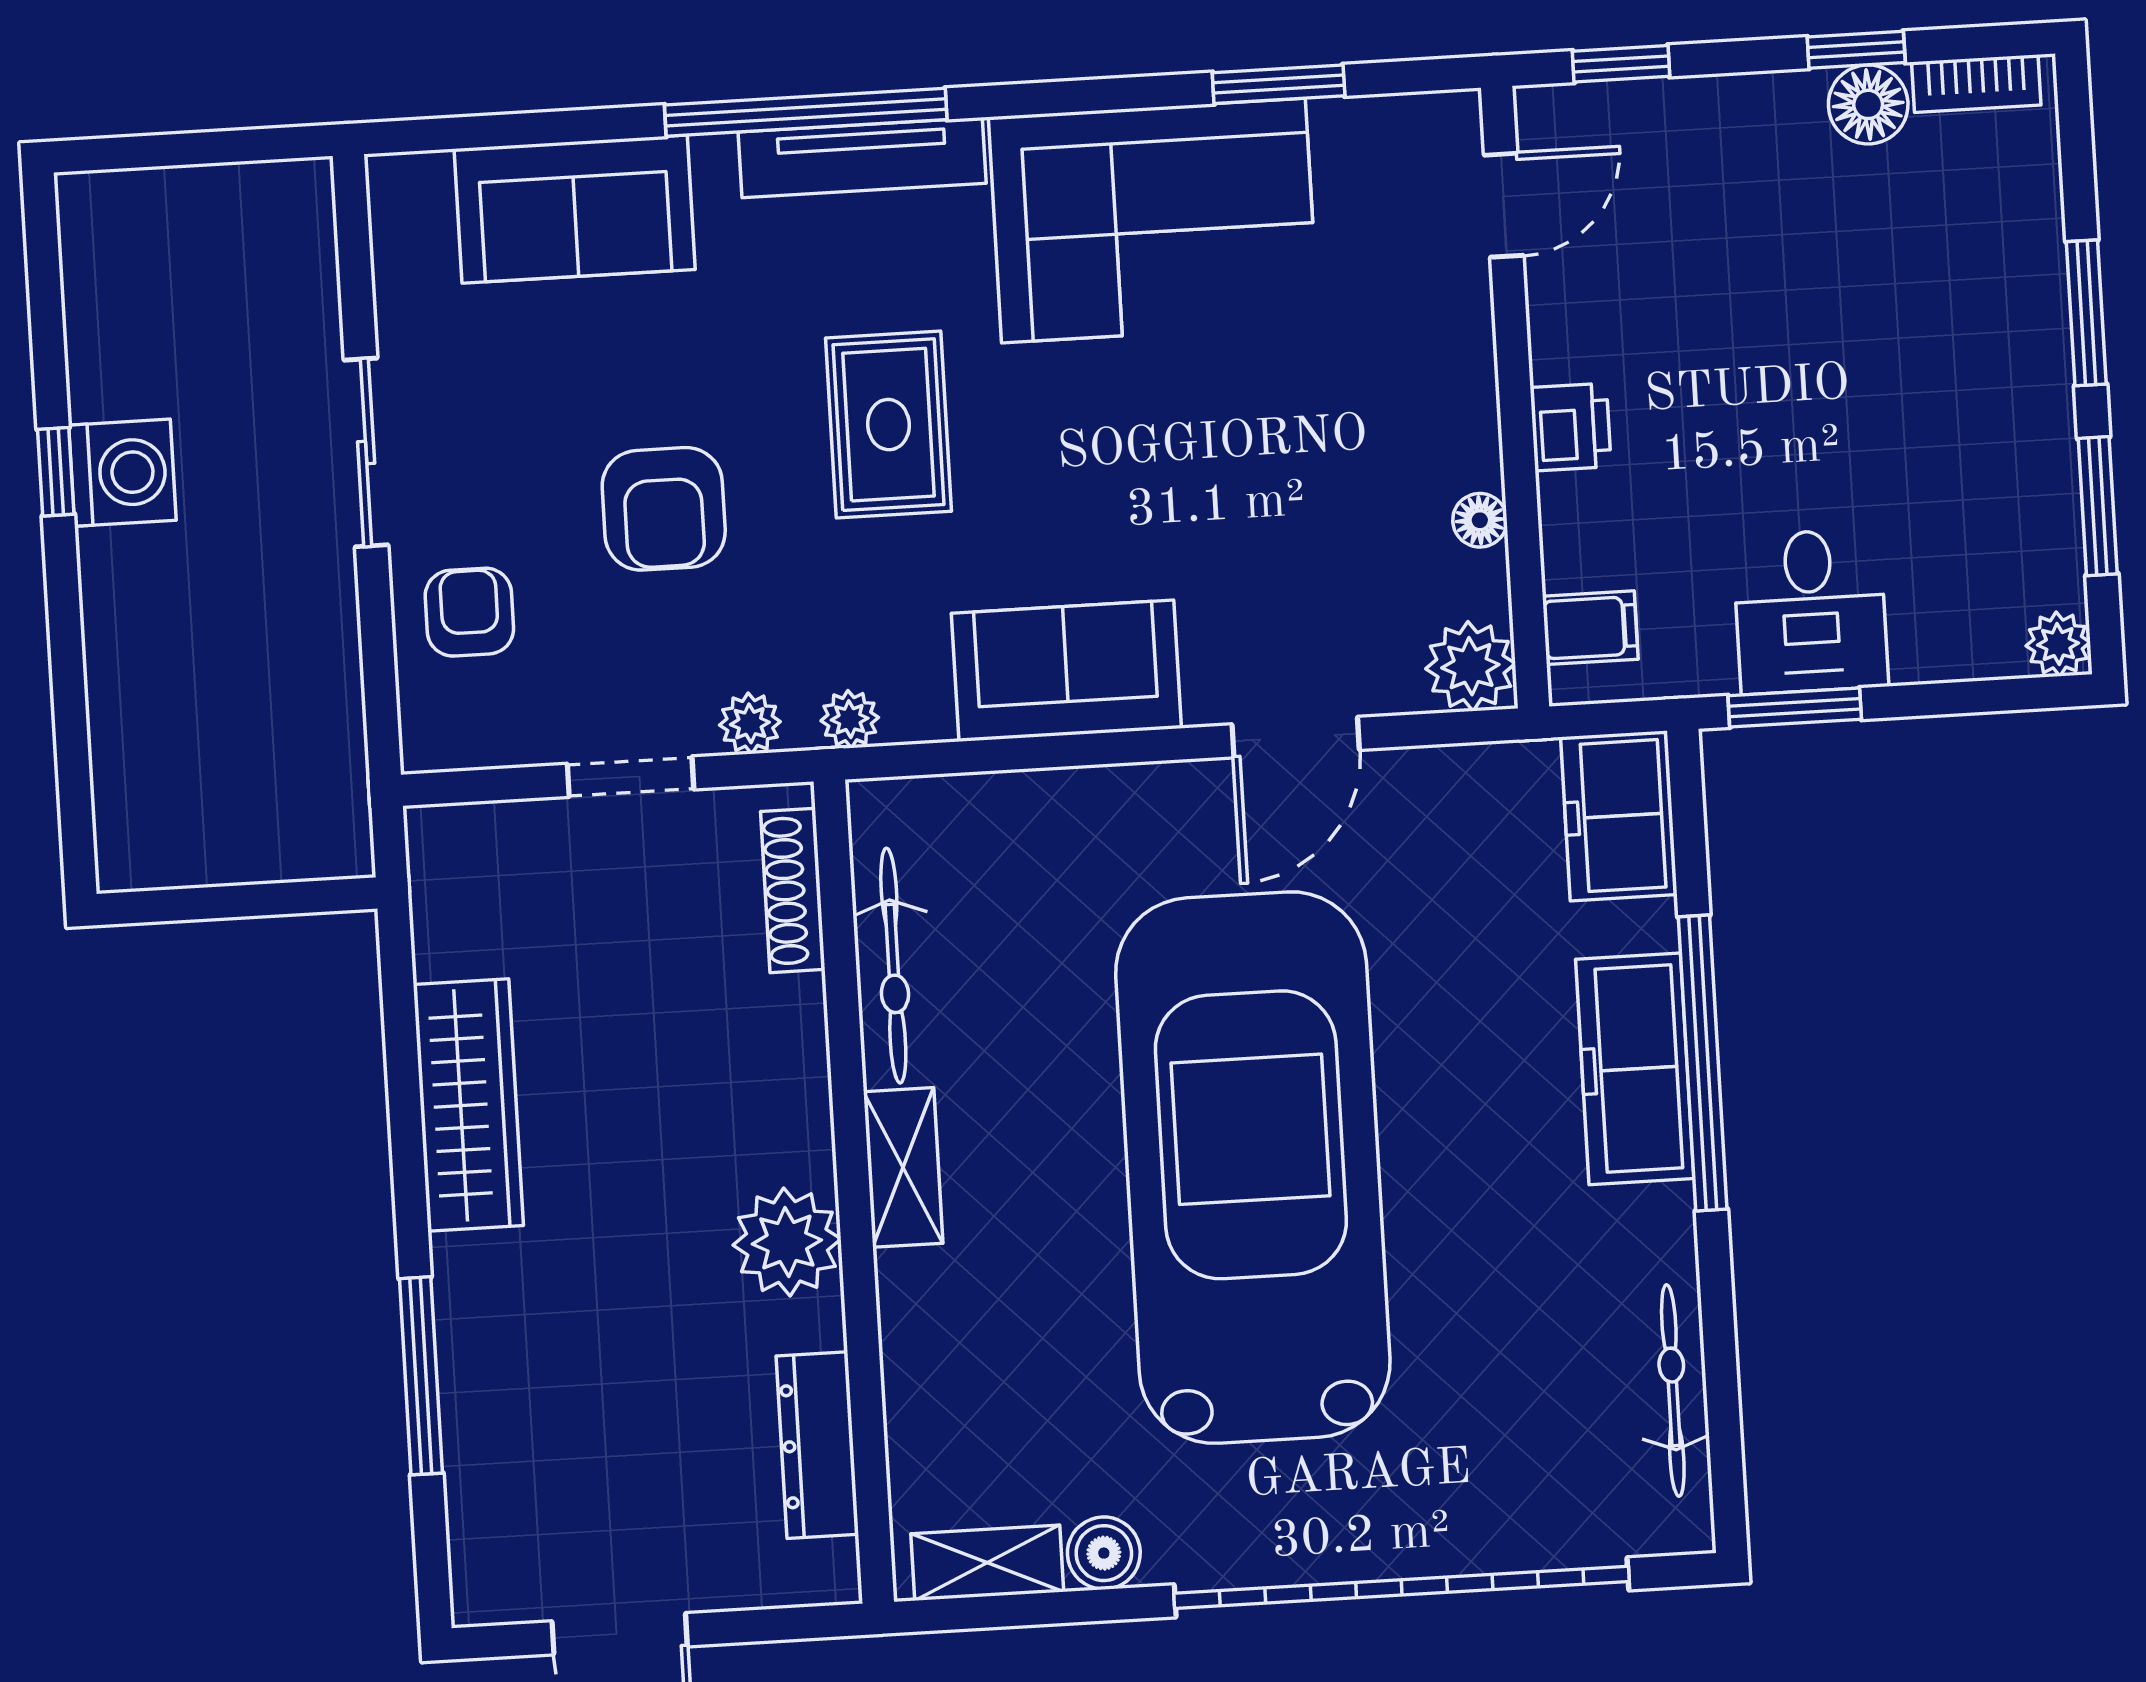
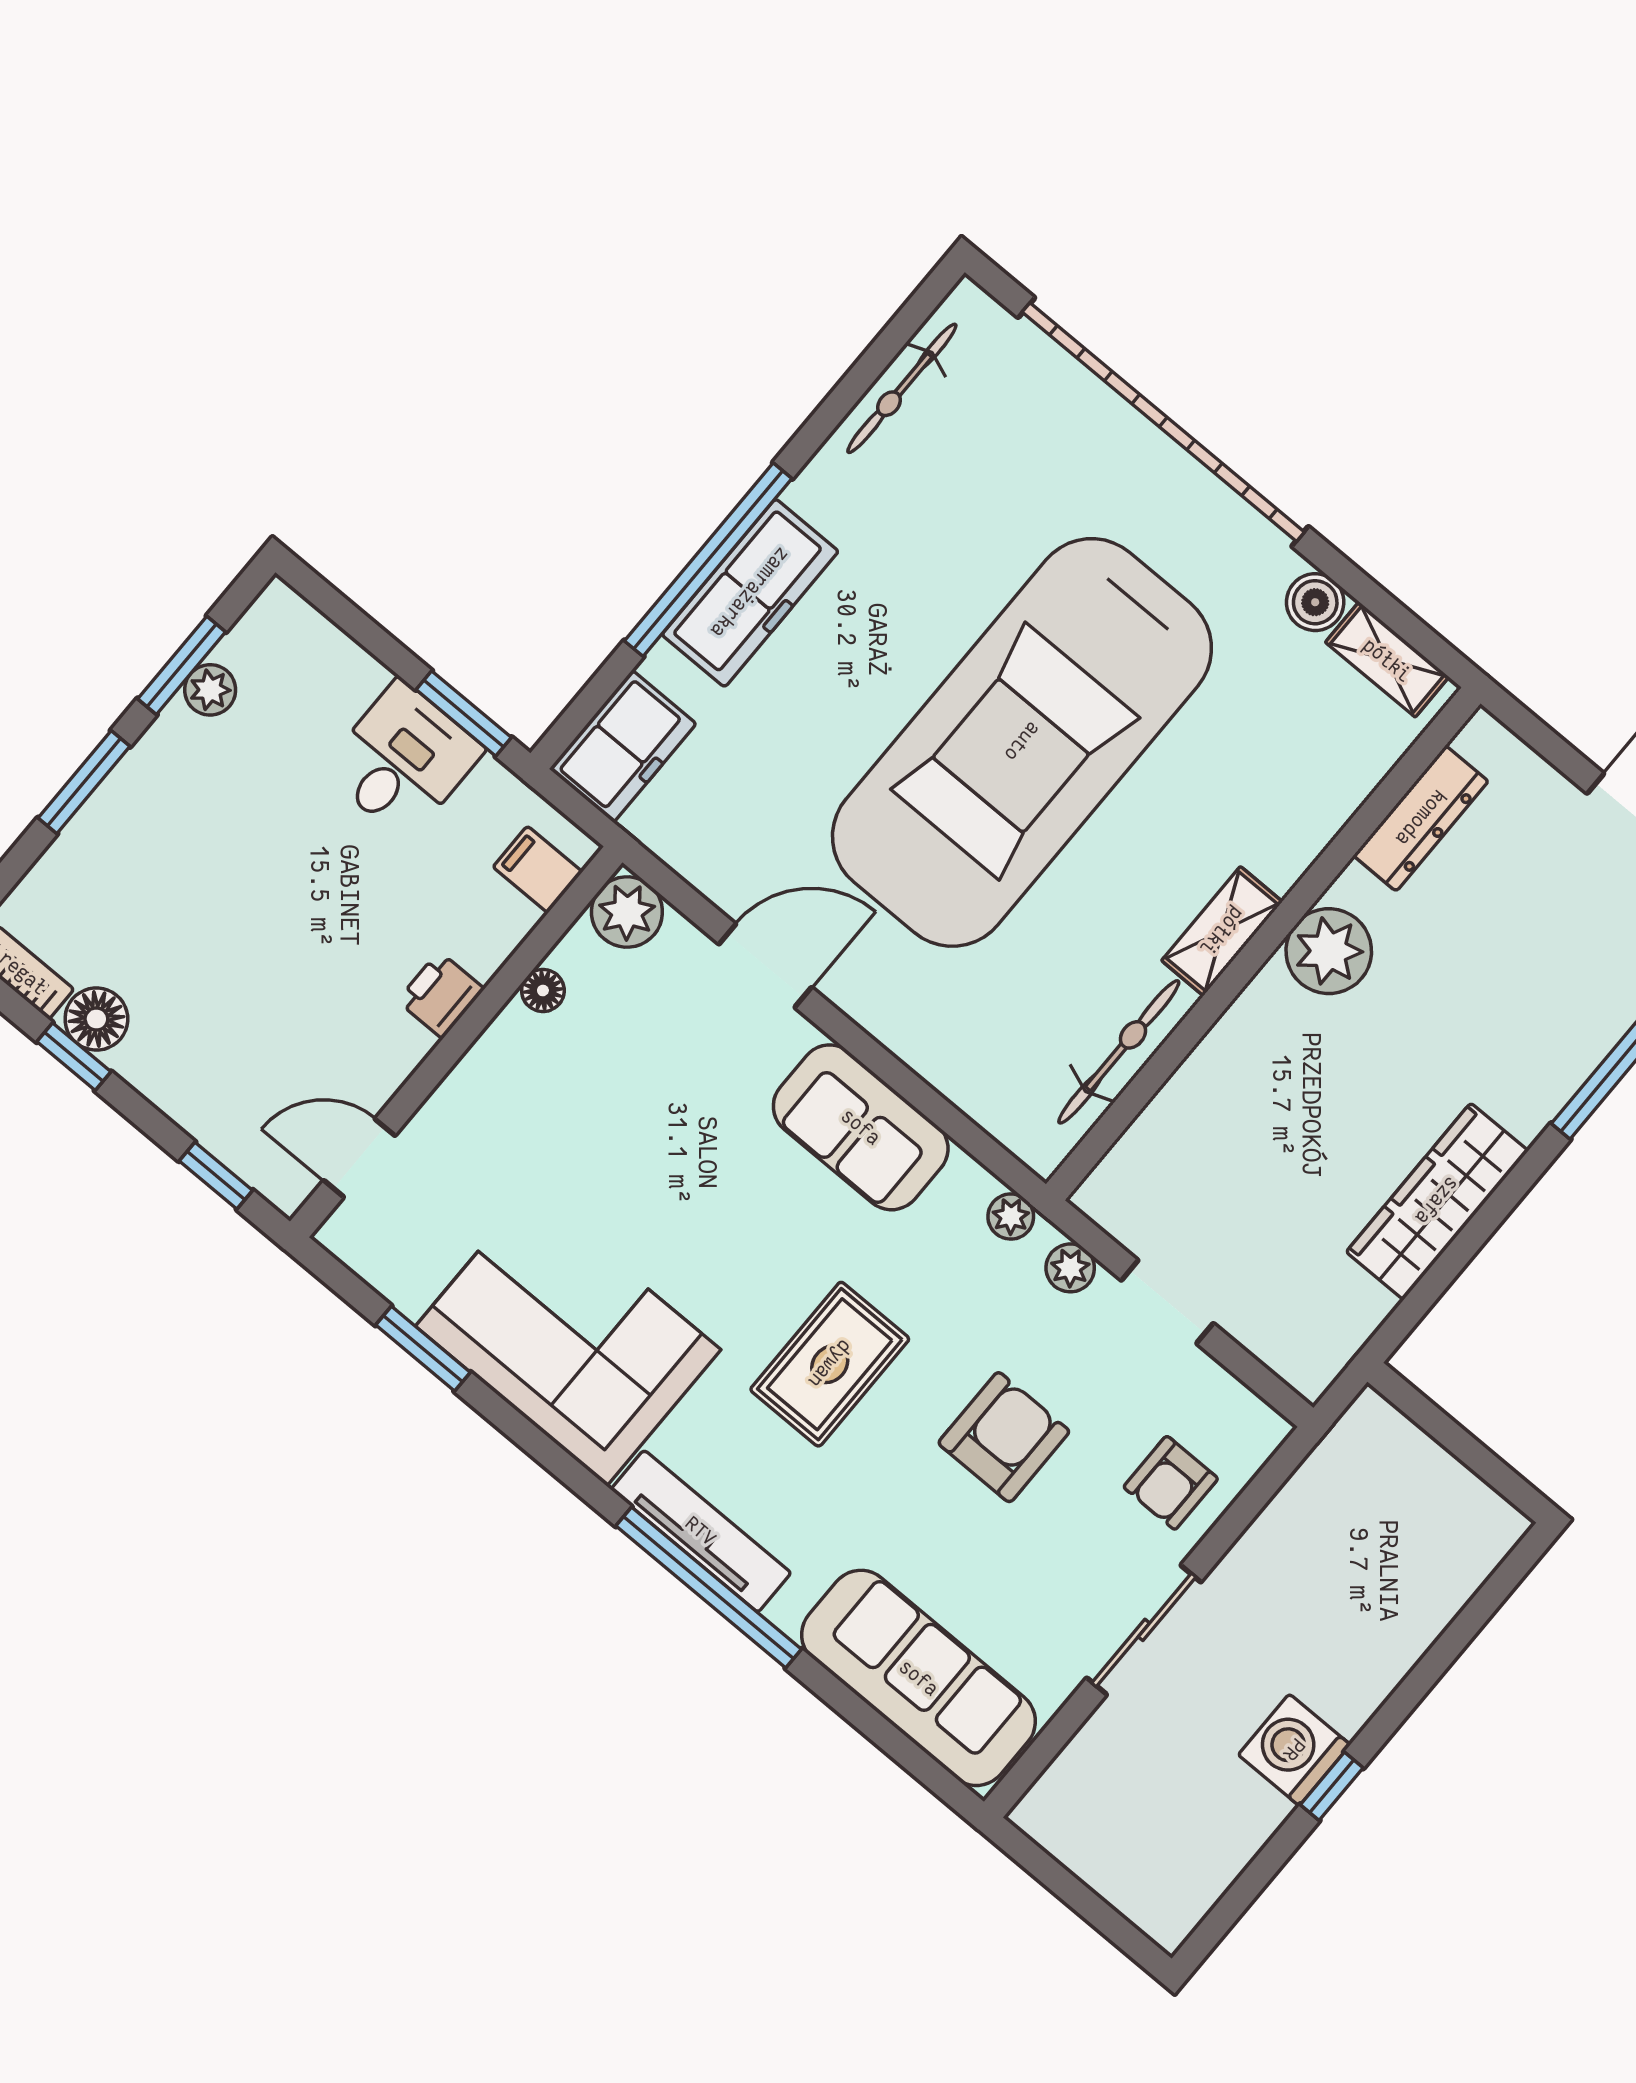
sofa: (575, 209) -> (919, 1678), width x1.36
plant: (2058, 644) -> (210, 690), moved
shoe rack: (793, 890) -> (1136, 1149), removed

